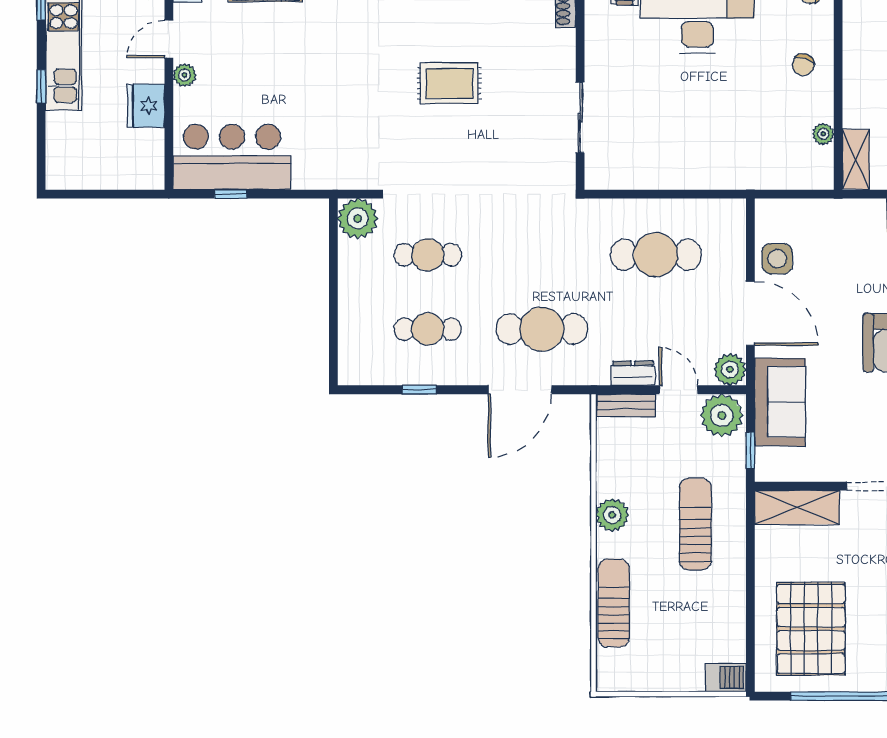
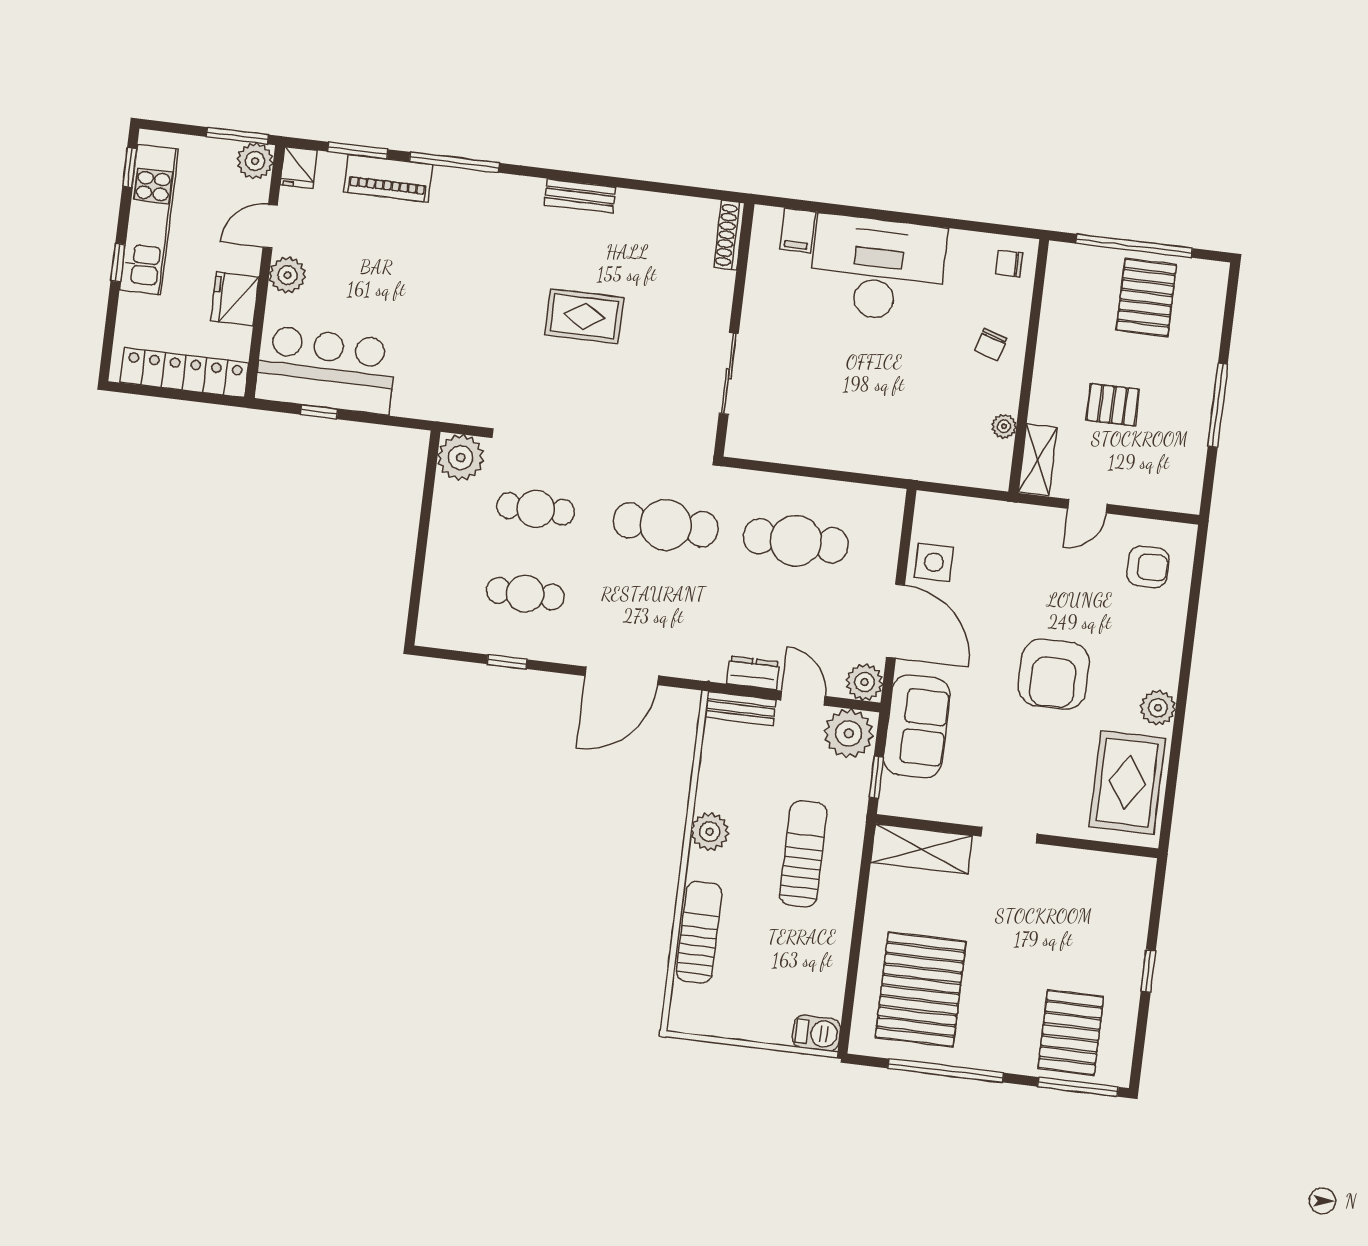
plant: (185, 75) -> (287, 275), width x1.38, depth x1.38
locker: (110, 174) -> (184, 373), added
cafe table: (542, 329) -> (666, 525), moved

